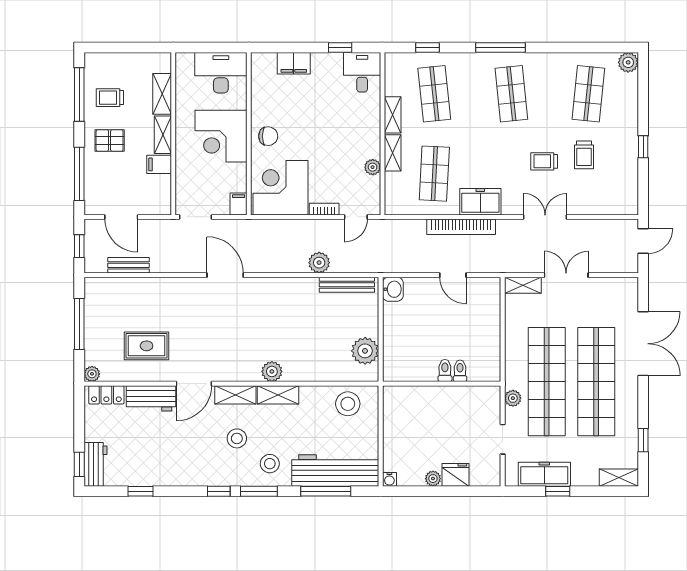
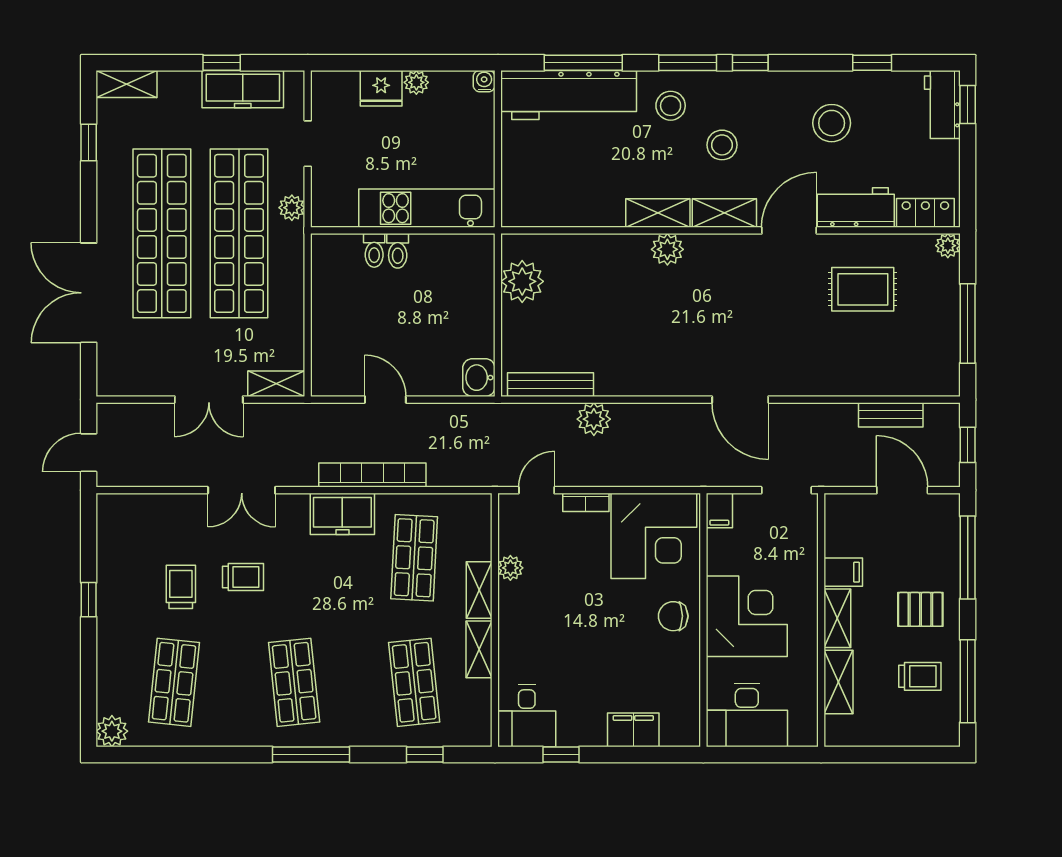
kitchen unit: (426, 398) -> (427, 208), added
stool: (348, 404) -> (832, 123), moved

